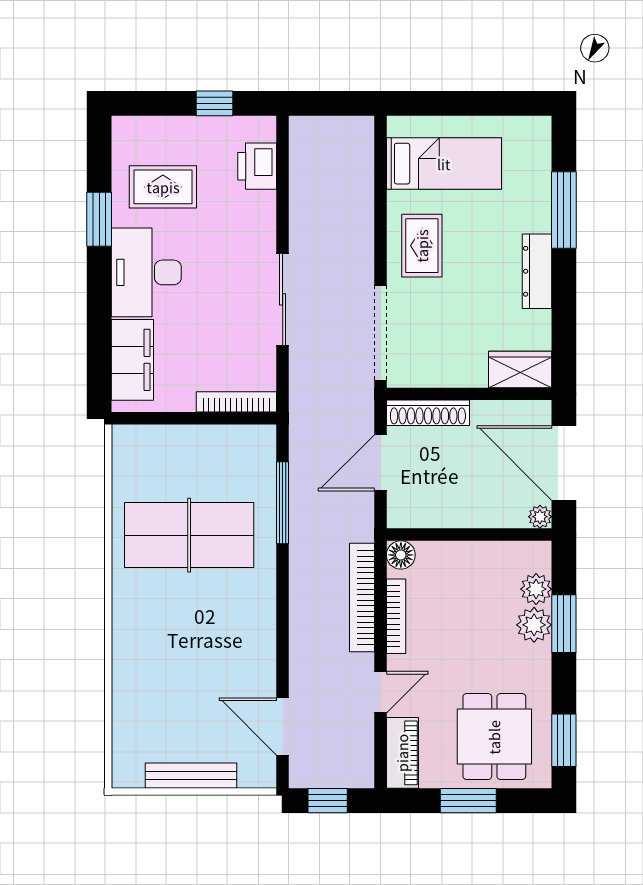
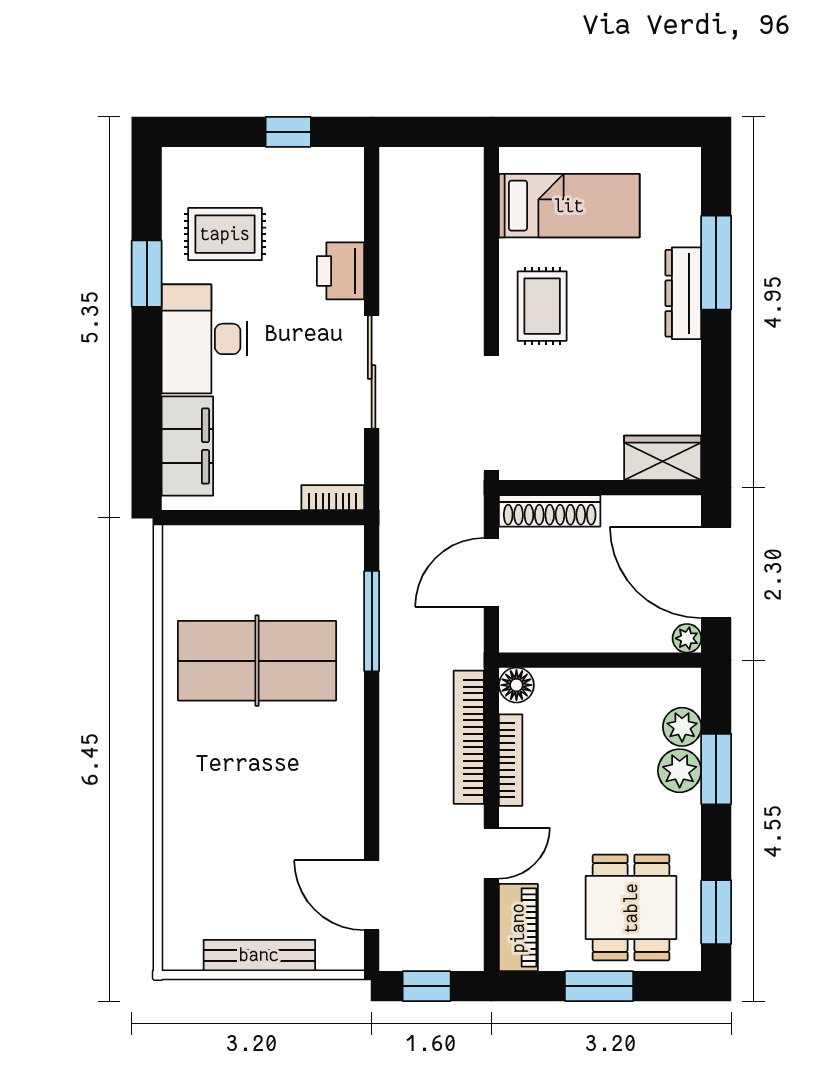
printer: (257, 166) -> (340, 271), moved
dresser: (537, 271) -> (683, 293), moved
bookcase: (236, 402) -> (333, 498), width x0.64

